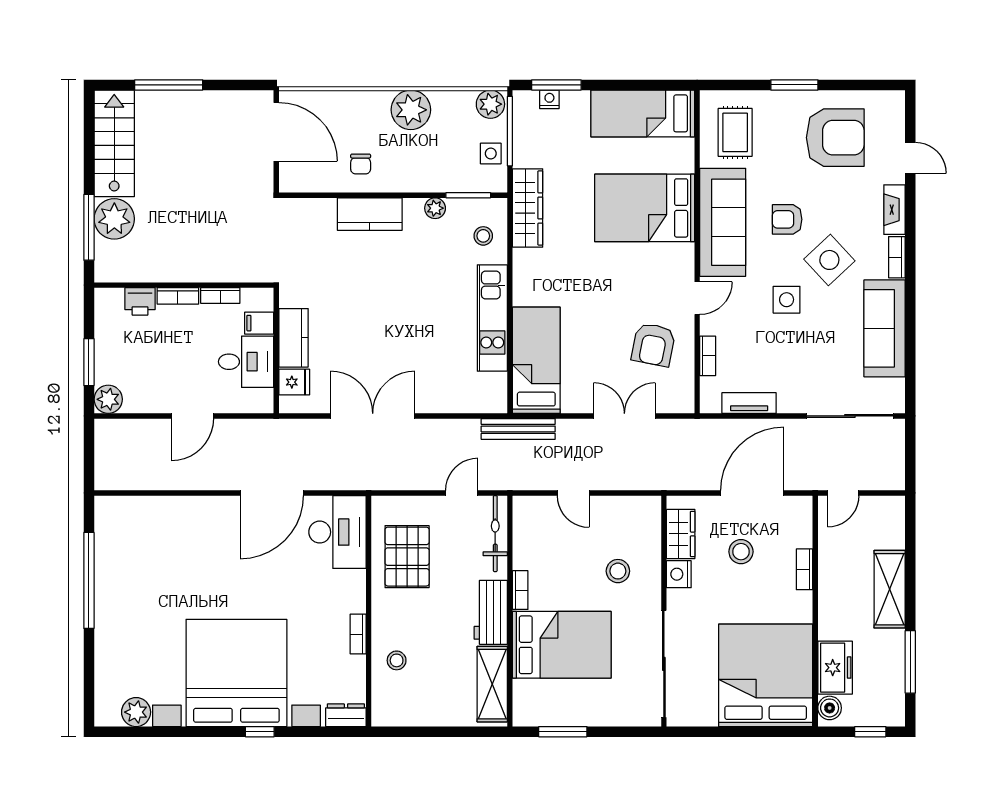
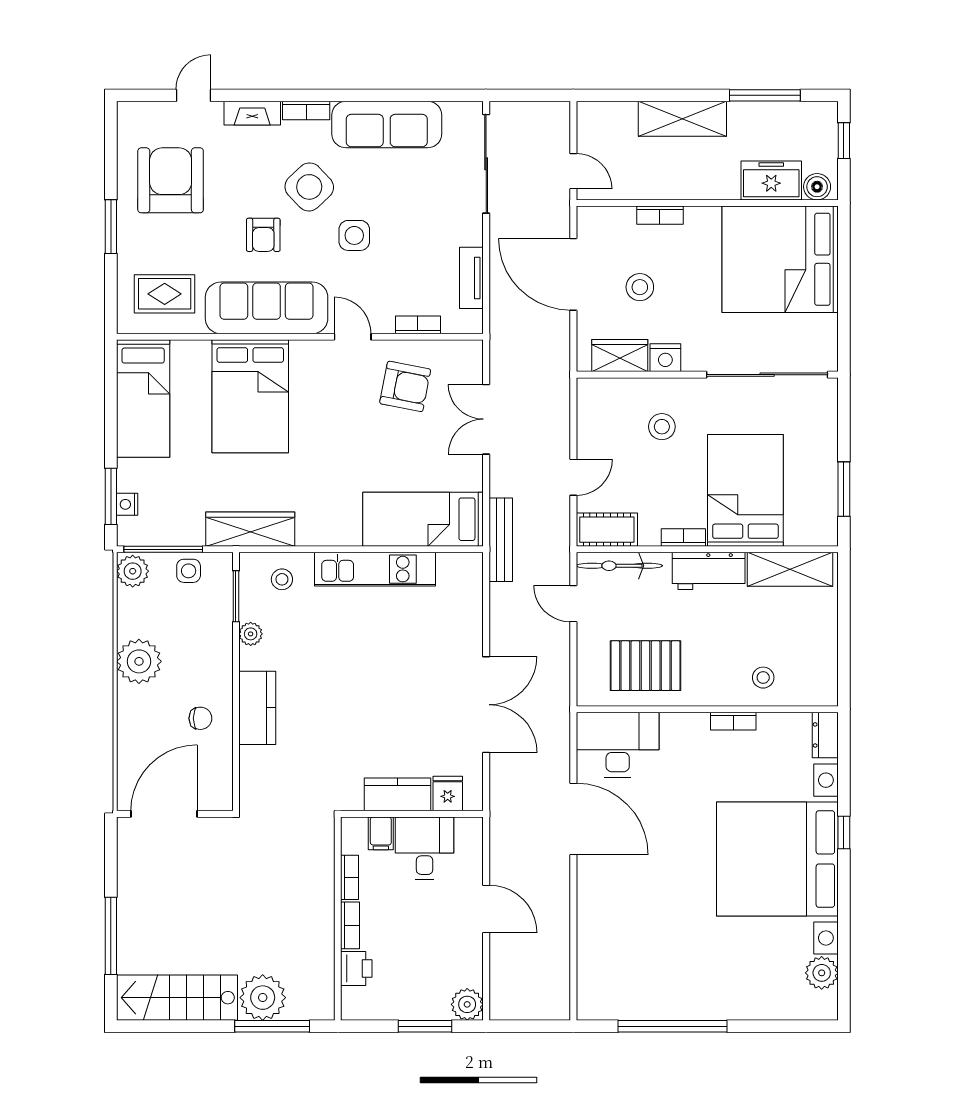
double door: (373, 416) -> (486, 705), swing flipped
cot: (527, 523) -> (607, 530), added

